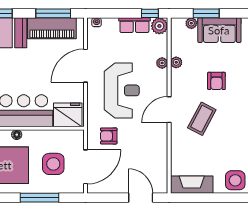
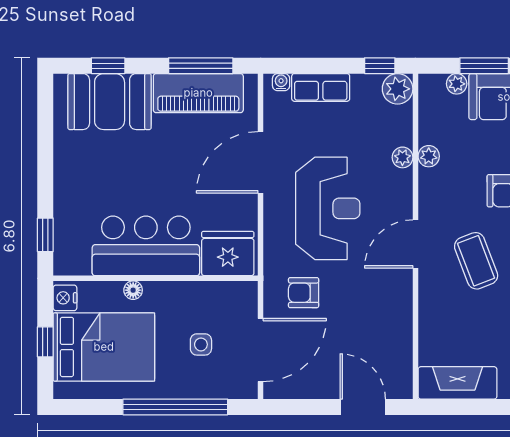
row of seats: (134, 25) -> (321, 87), moved
coffee table: (202, 119) -> (476, 261), turned -49
side table: (53, 164) -> (201, 344), width x0.54, depth x0.54
window: (39, 198) -> (175, 407), width x1.46

